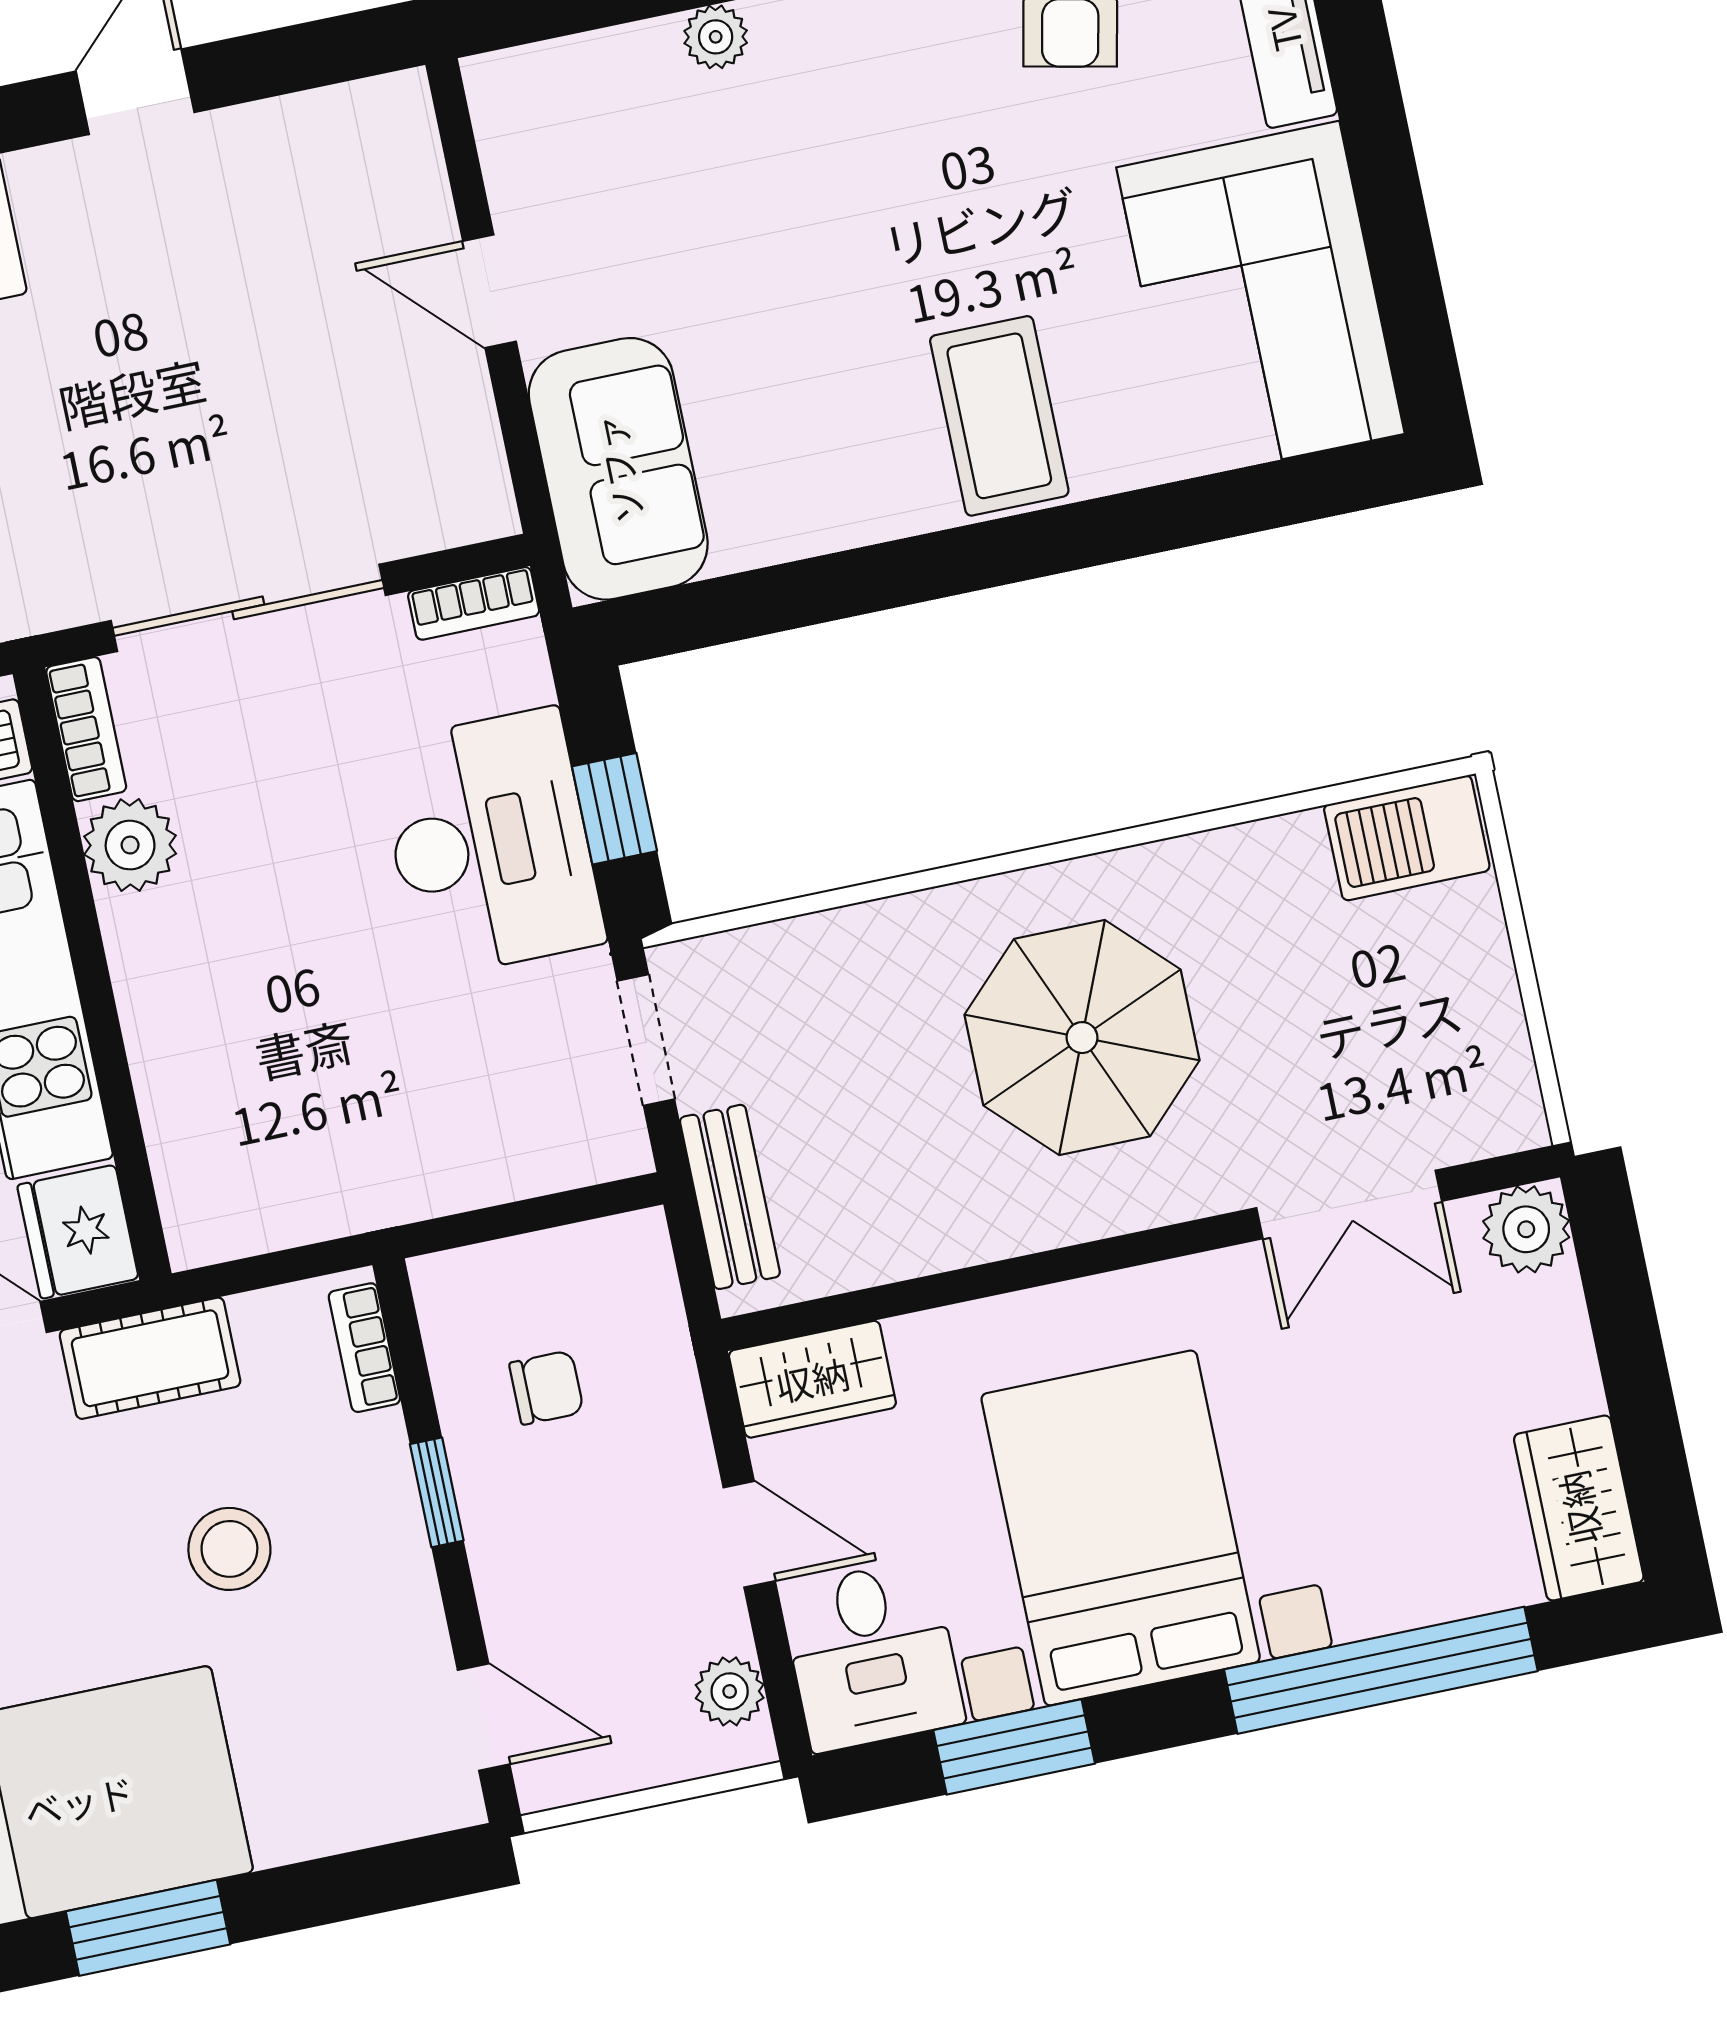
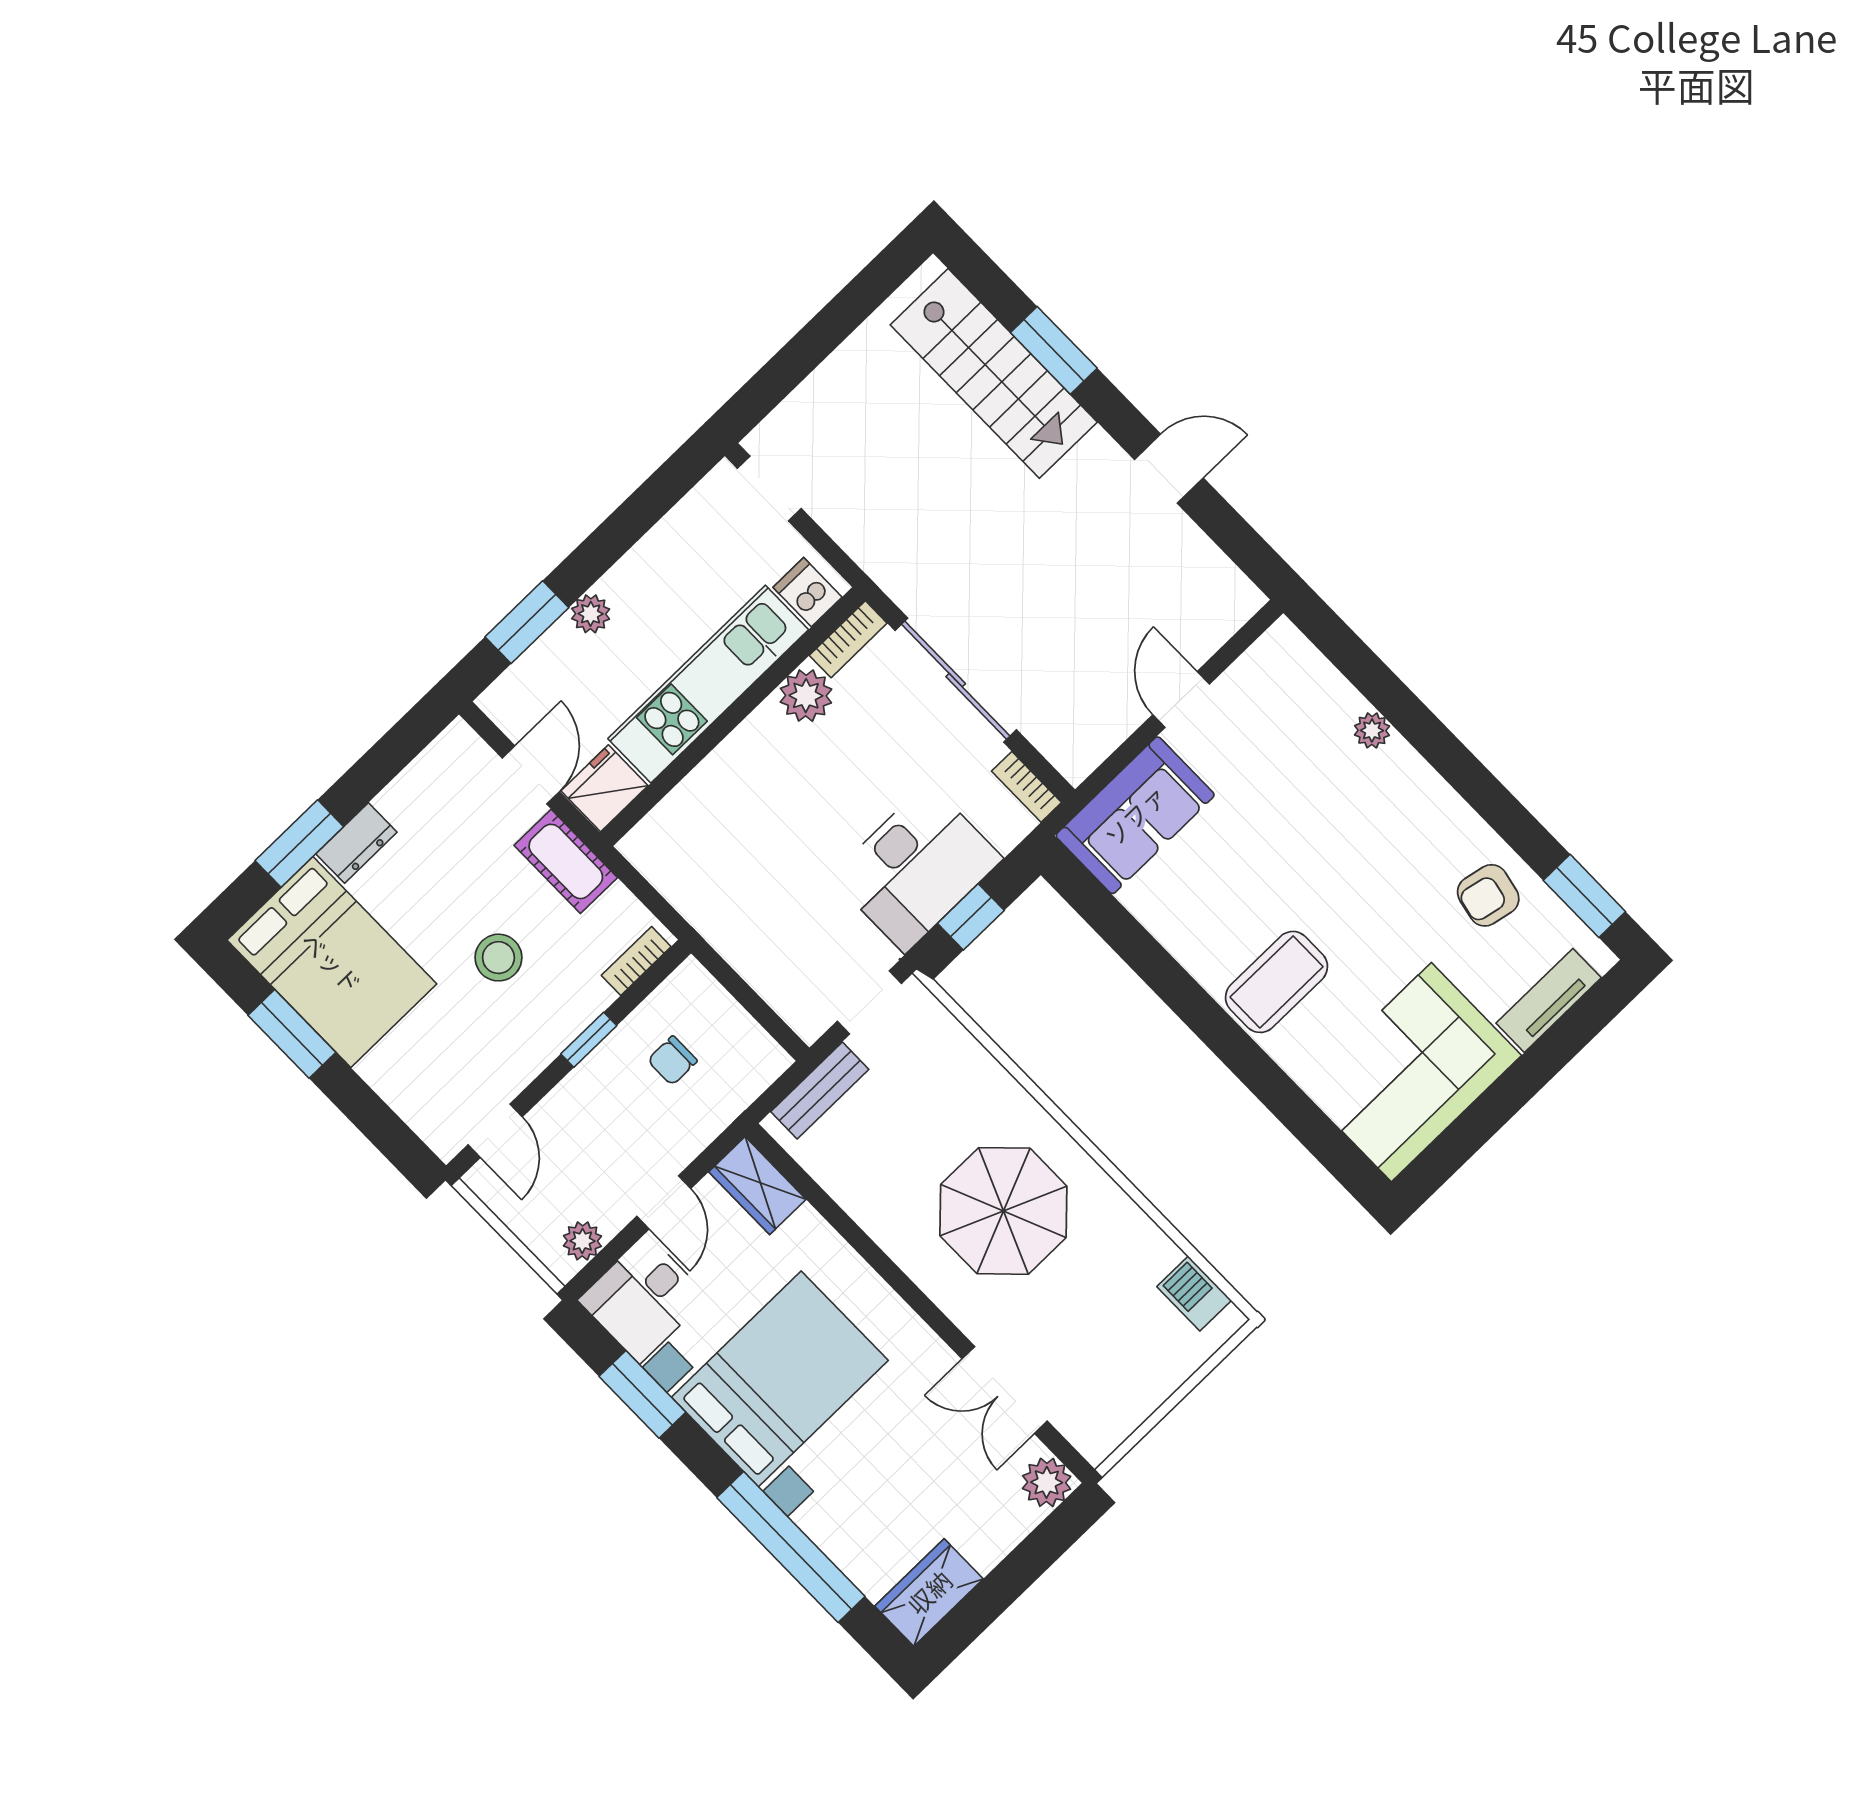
barbecue: (1407, 838) -> (1194, 1293), width x0.73, depth x0.79
chair: (546, 1388) -> (672, 1061), turned 90

